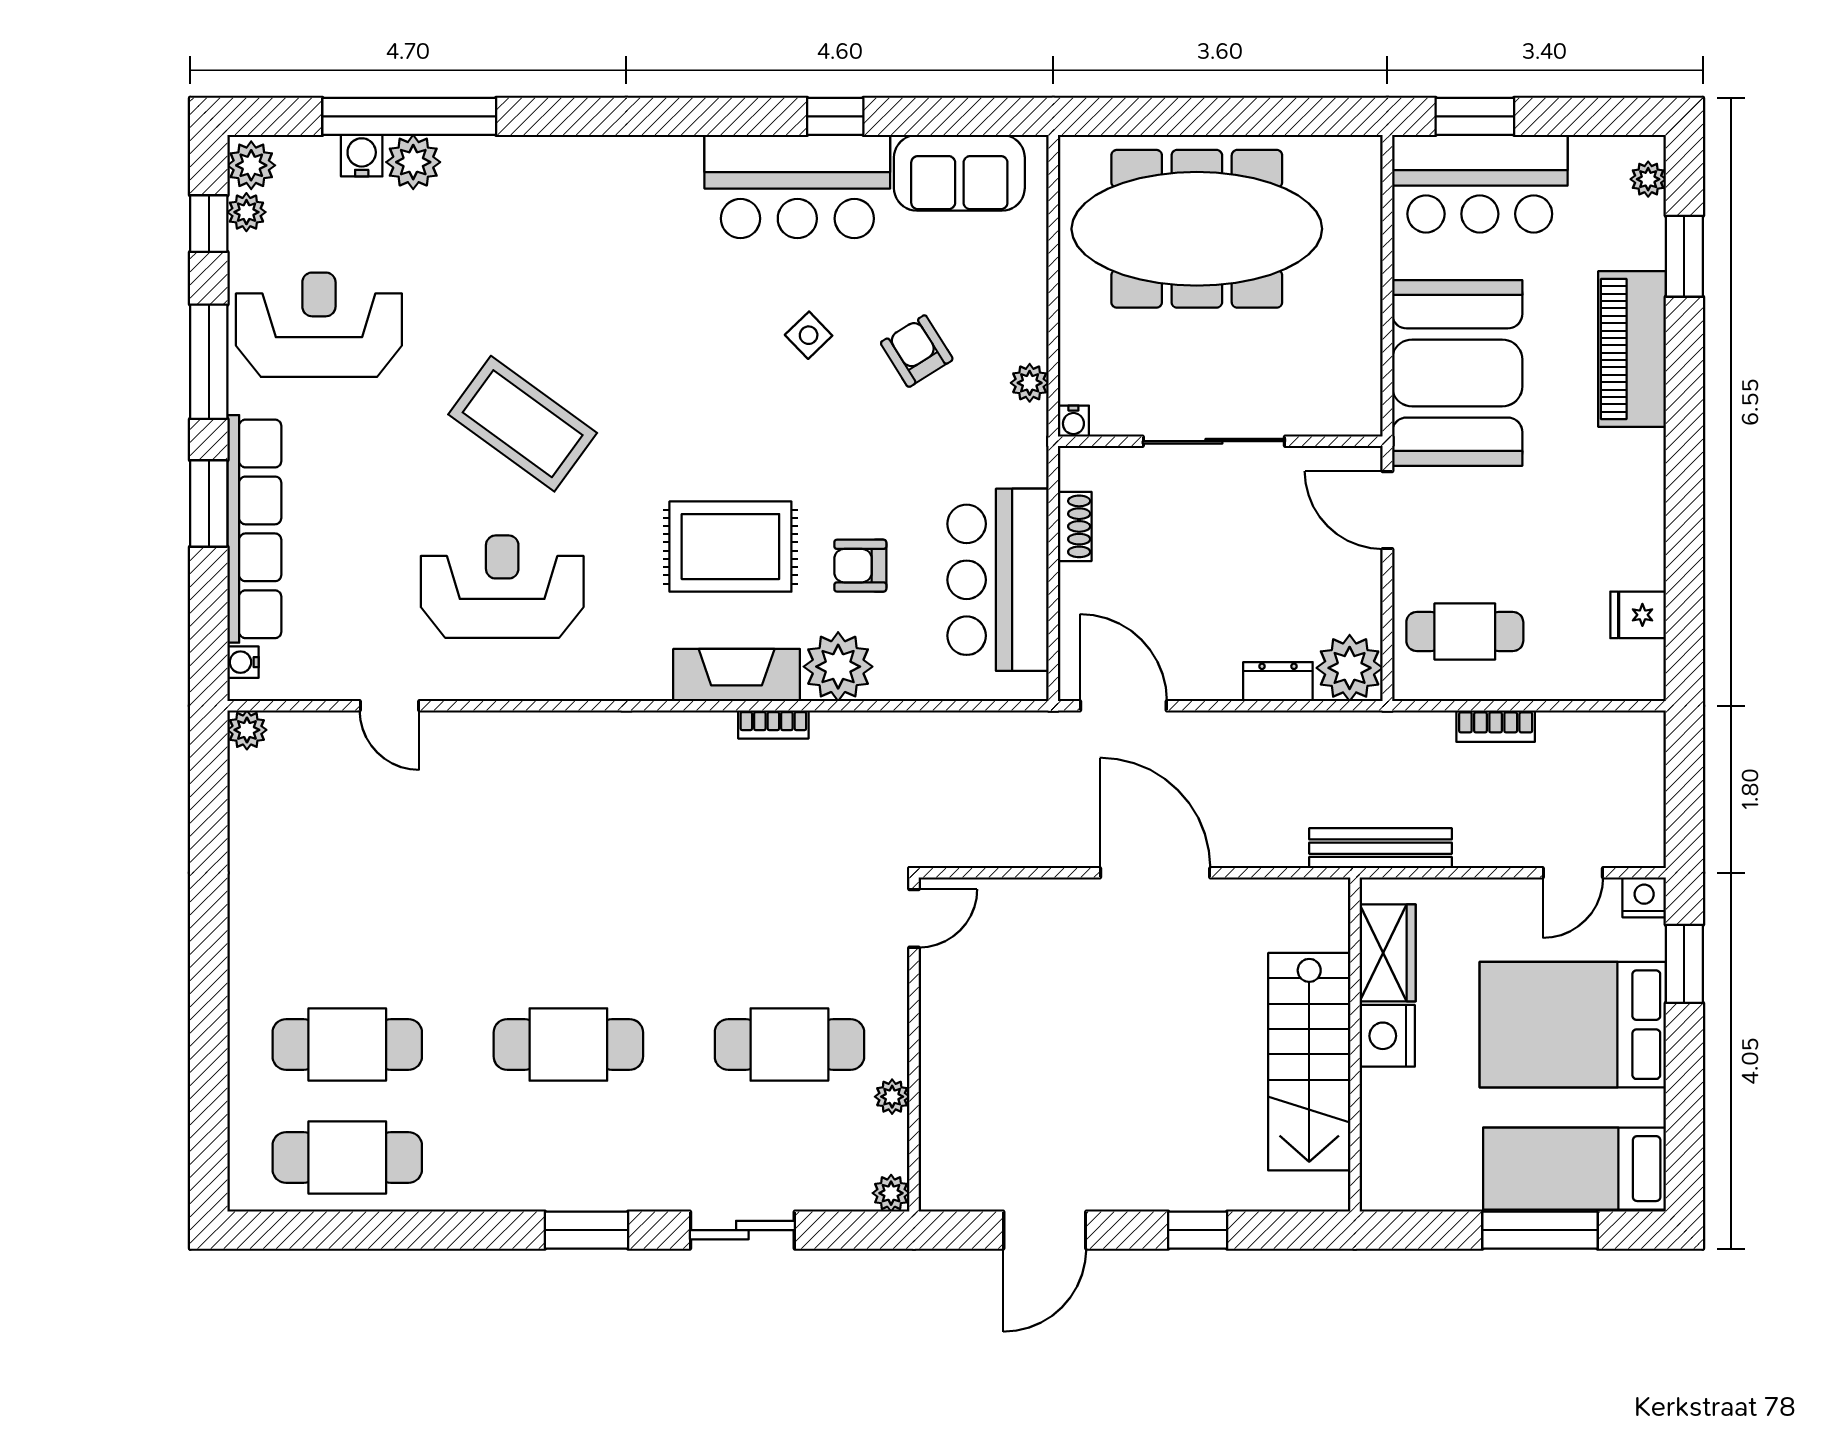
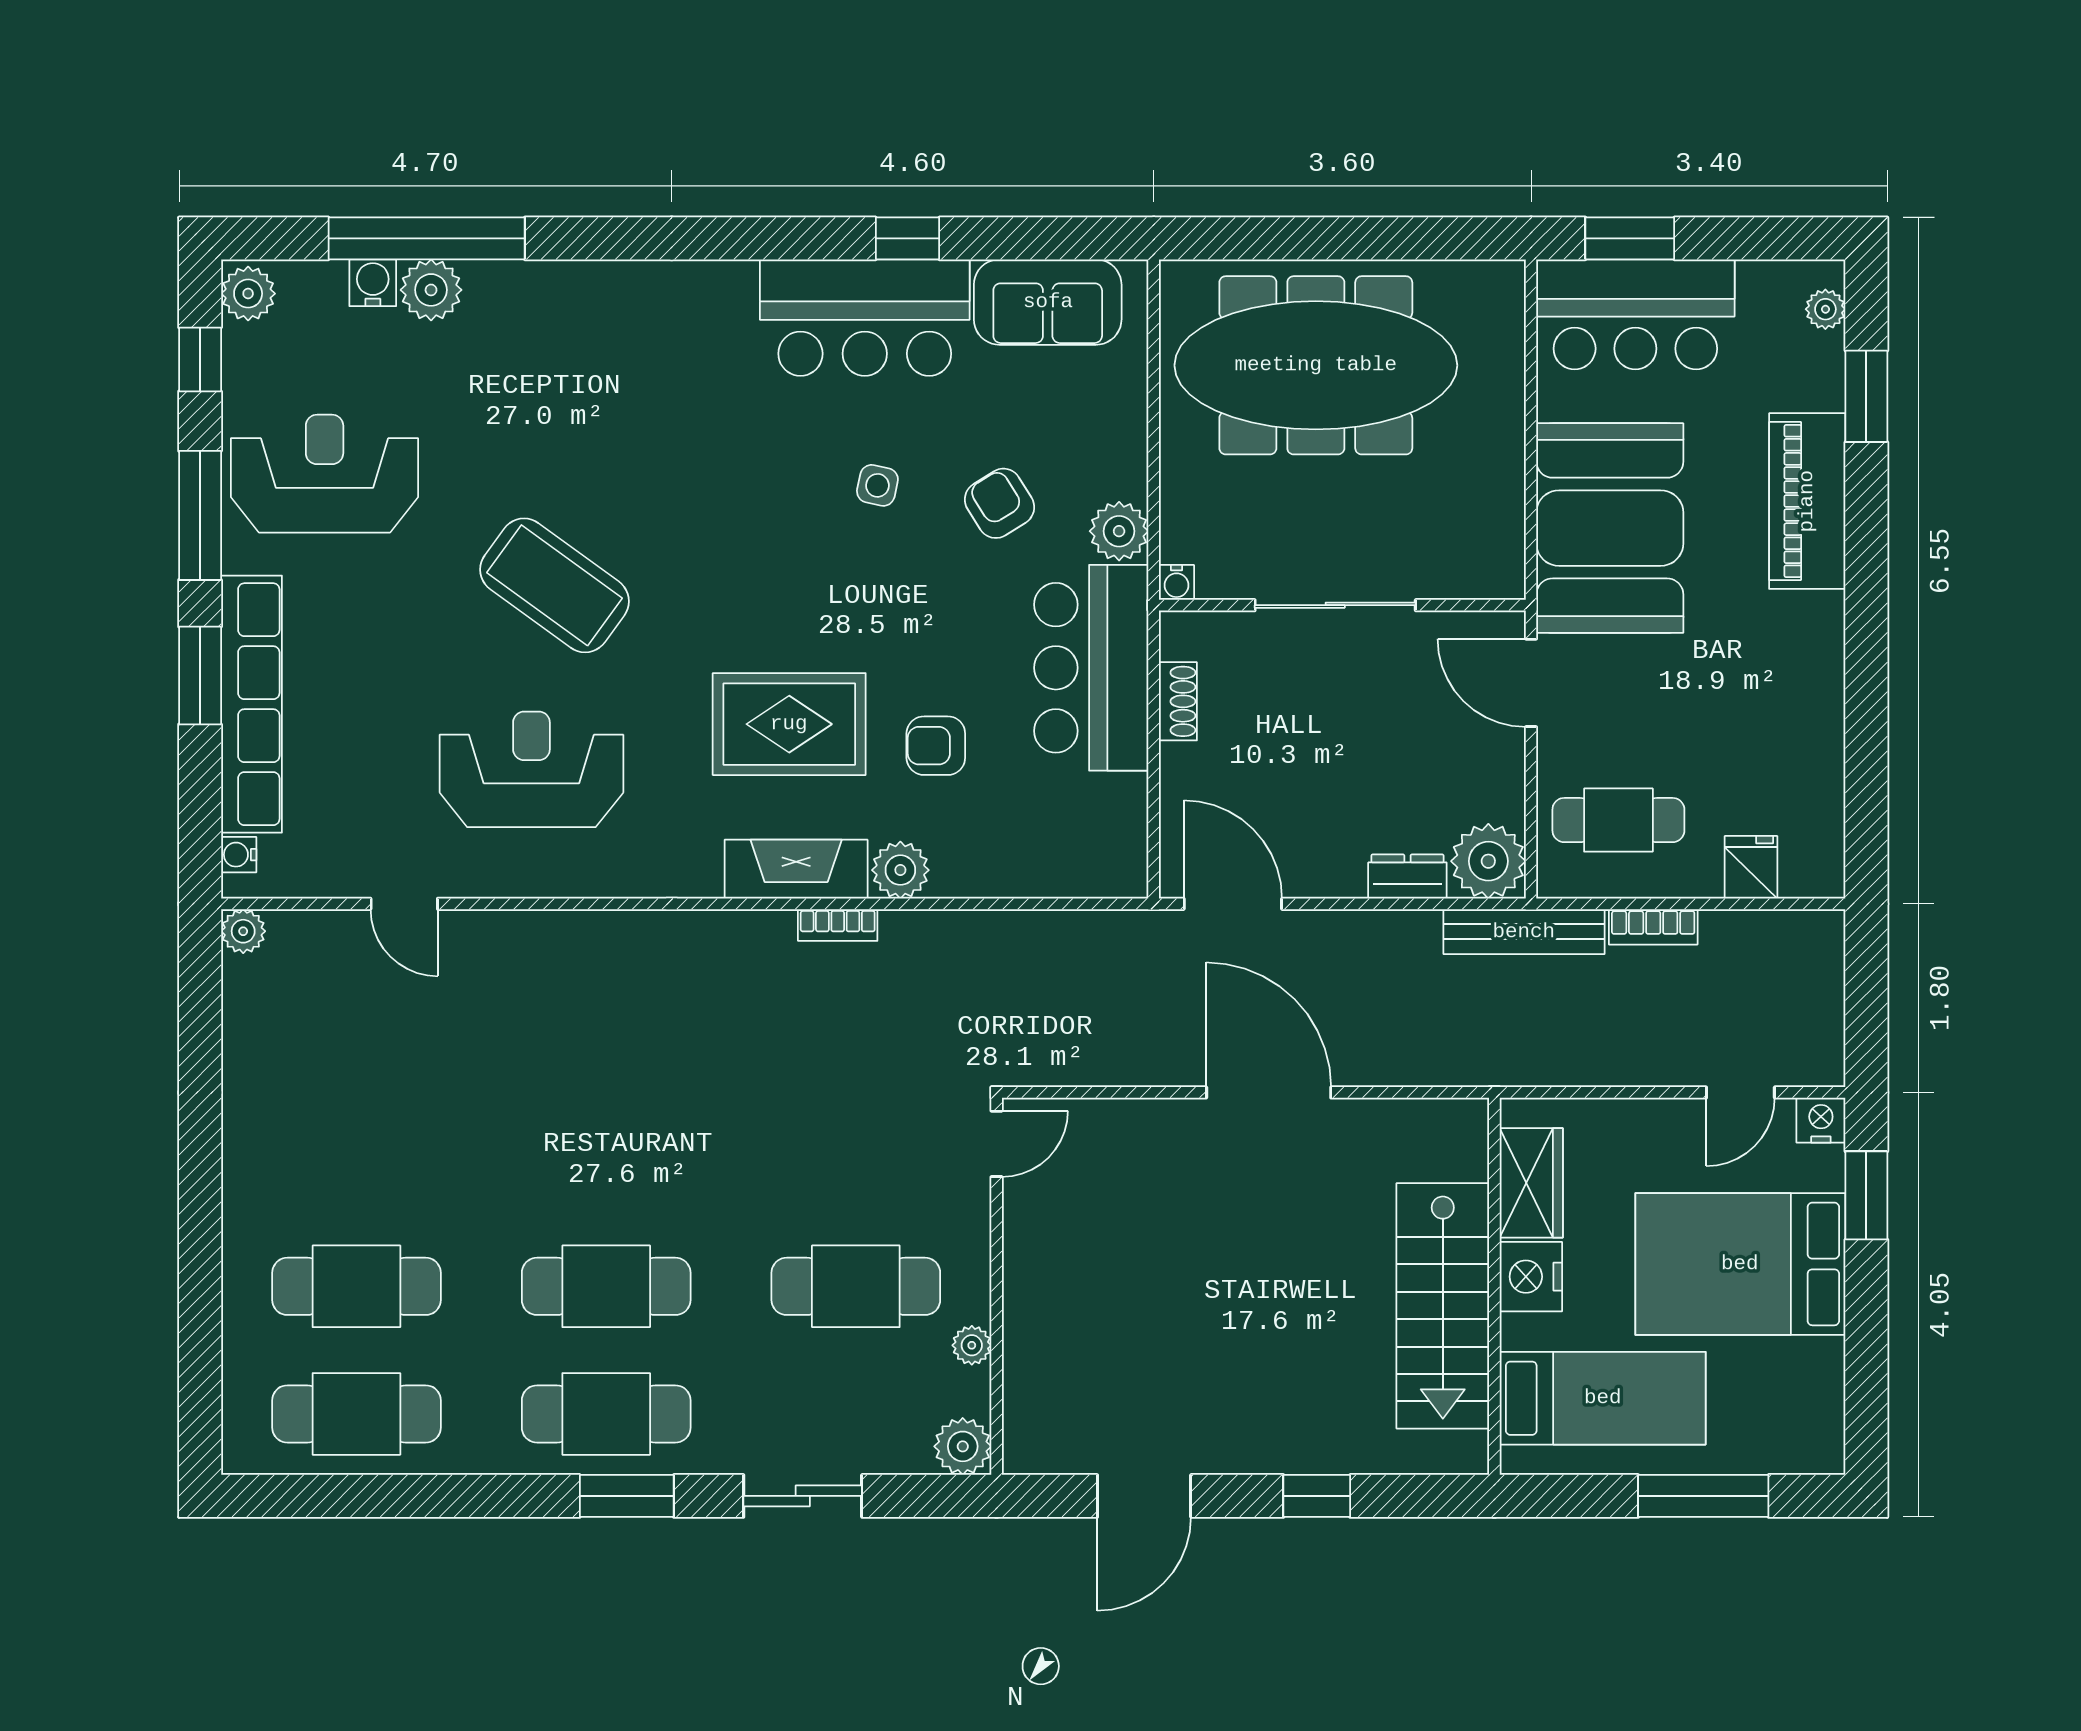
plant: (246, 212) -> (243, 346), removed
side table: (809, 335) -> (877, 485), turned -34
plant: (1030, 383) -> (1119, 531), width x1.38, depth x1.38
bar counter: (998, 580) -> (1091, 668), moved
fridge: (1638, 615) -> (1751, 867), moved, turned 90
plant: (838, 667) -> (900, 870), width x0.73, depth x0.73
bench: (1380, 848) -> (1524, 932), moved
cafe table: (568, 1157) -> (606, 1414), added
bed: (1575, 1169) -> (1603, 1398), moved, turned 180
plant: (891, 1193) -> (963, 1446), width x1.38, depth x1.38

